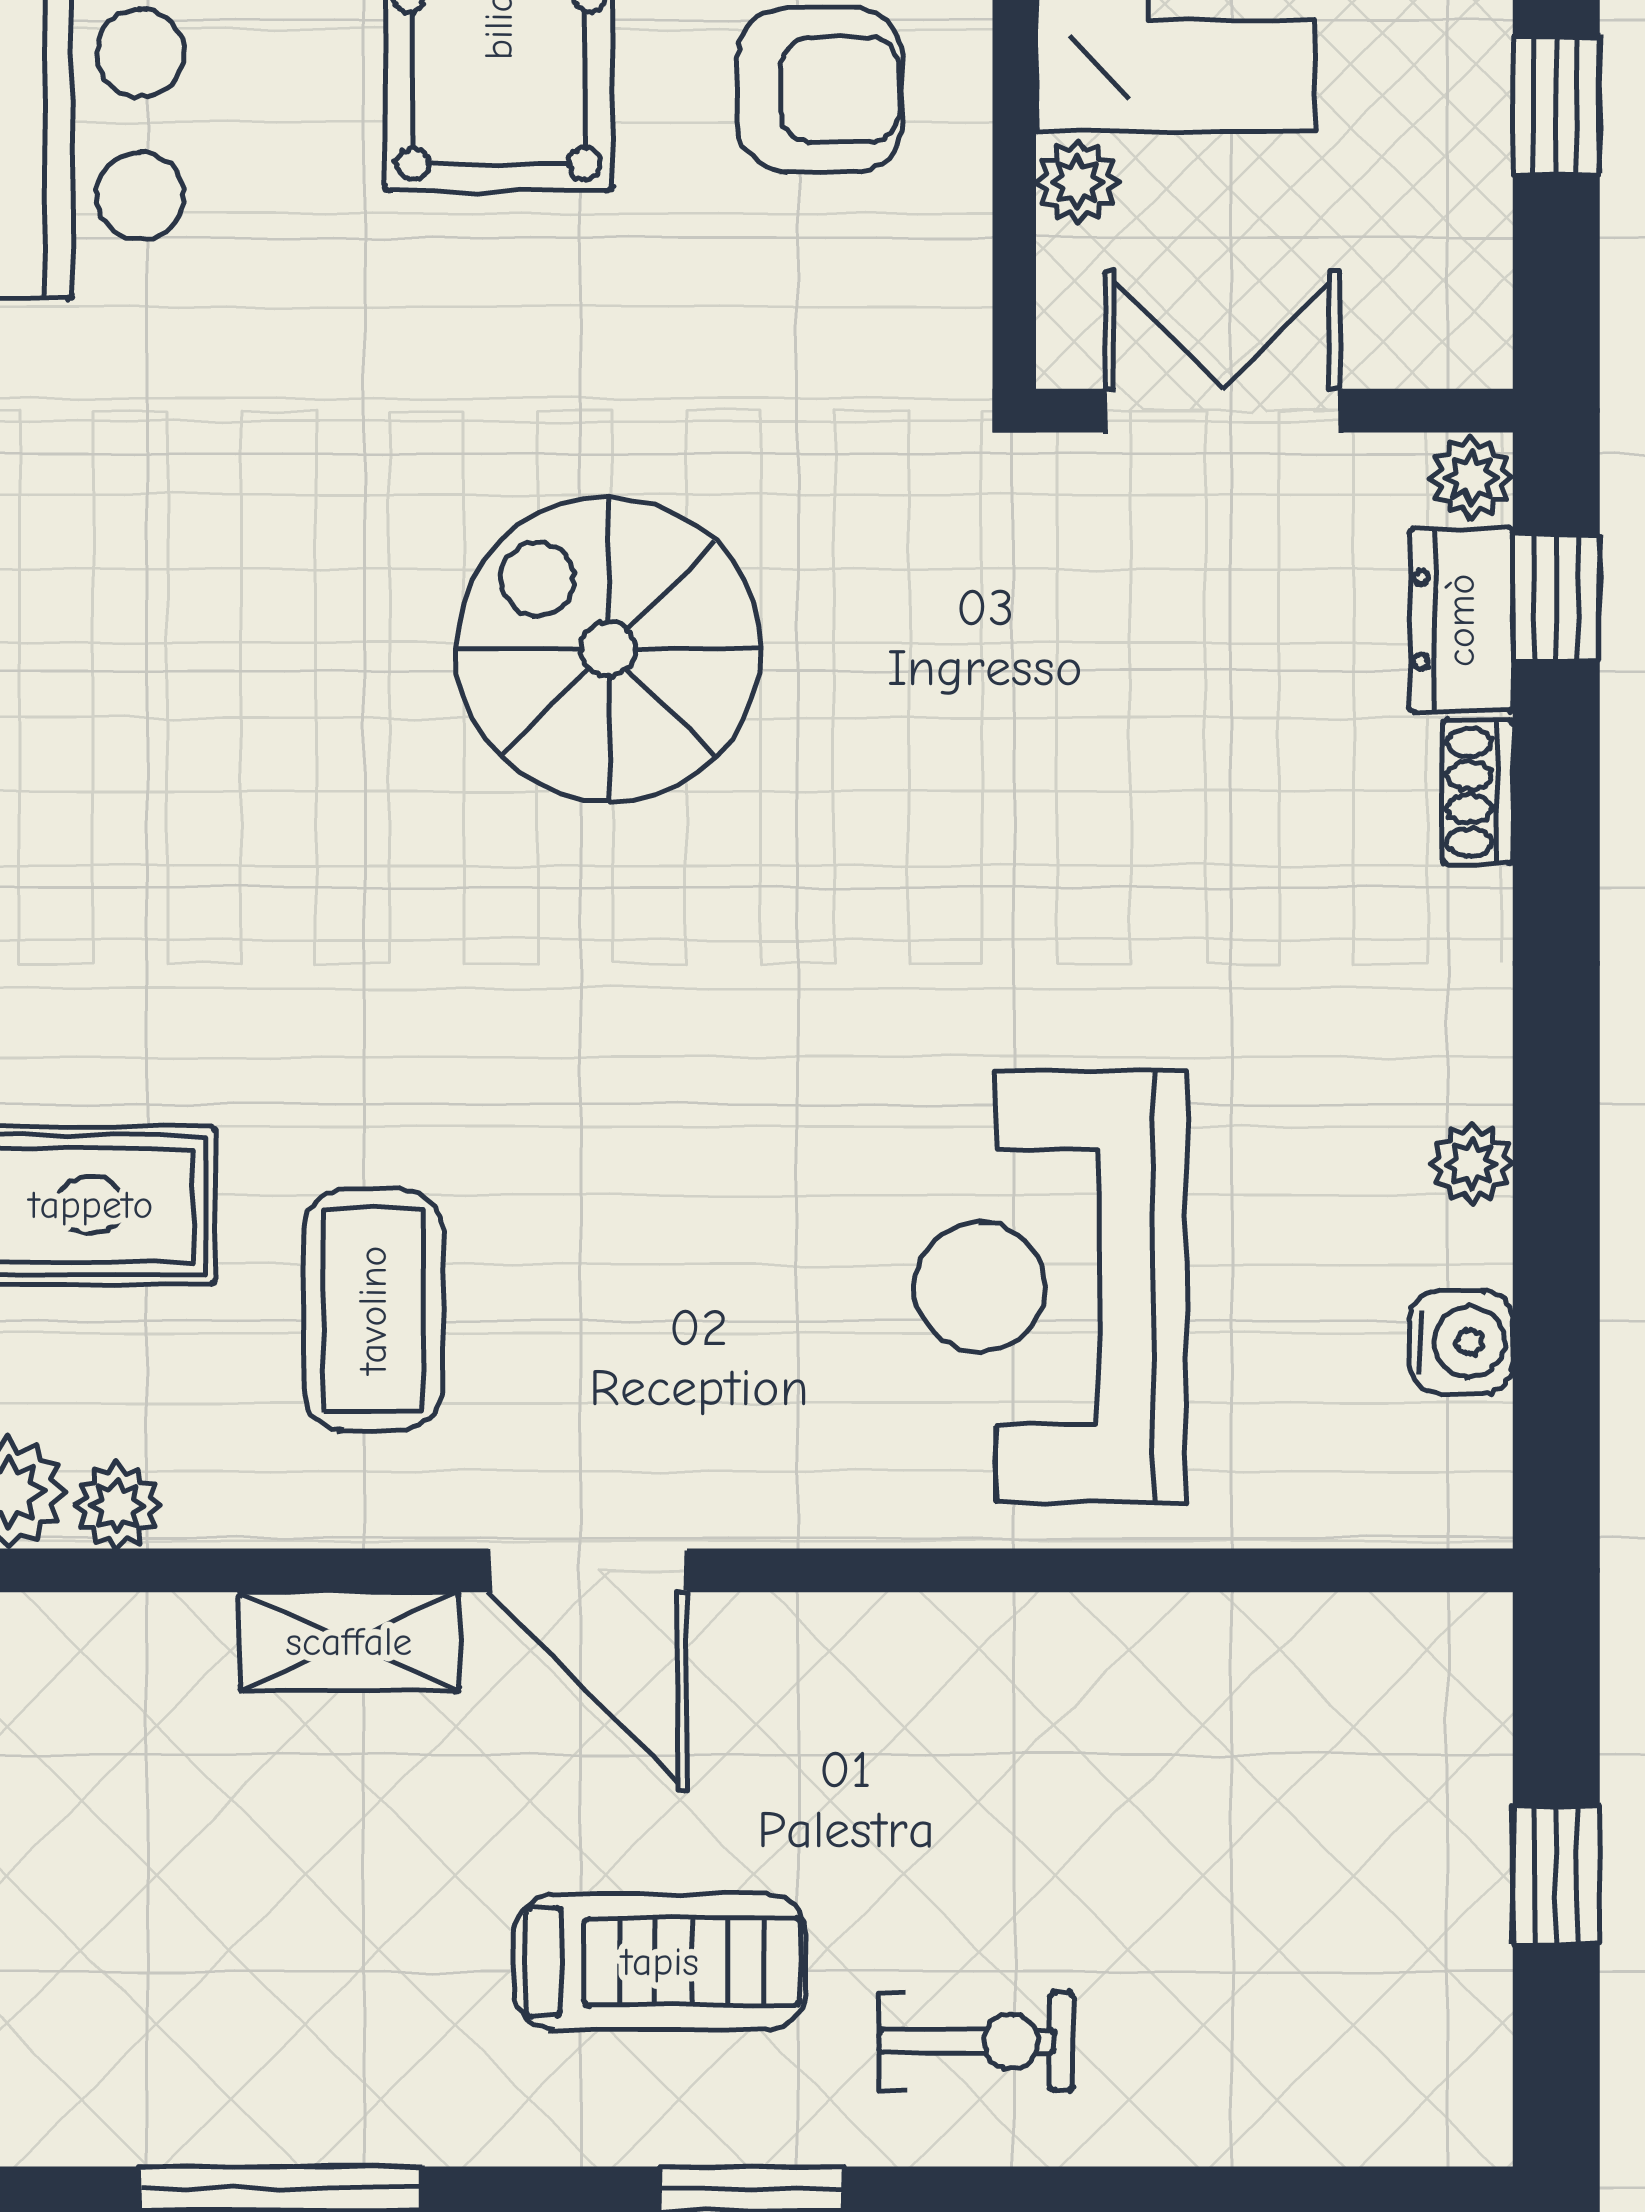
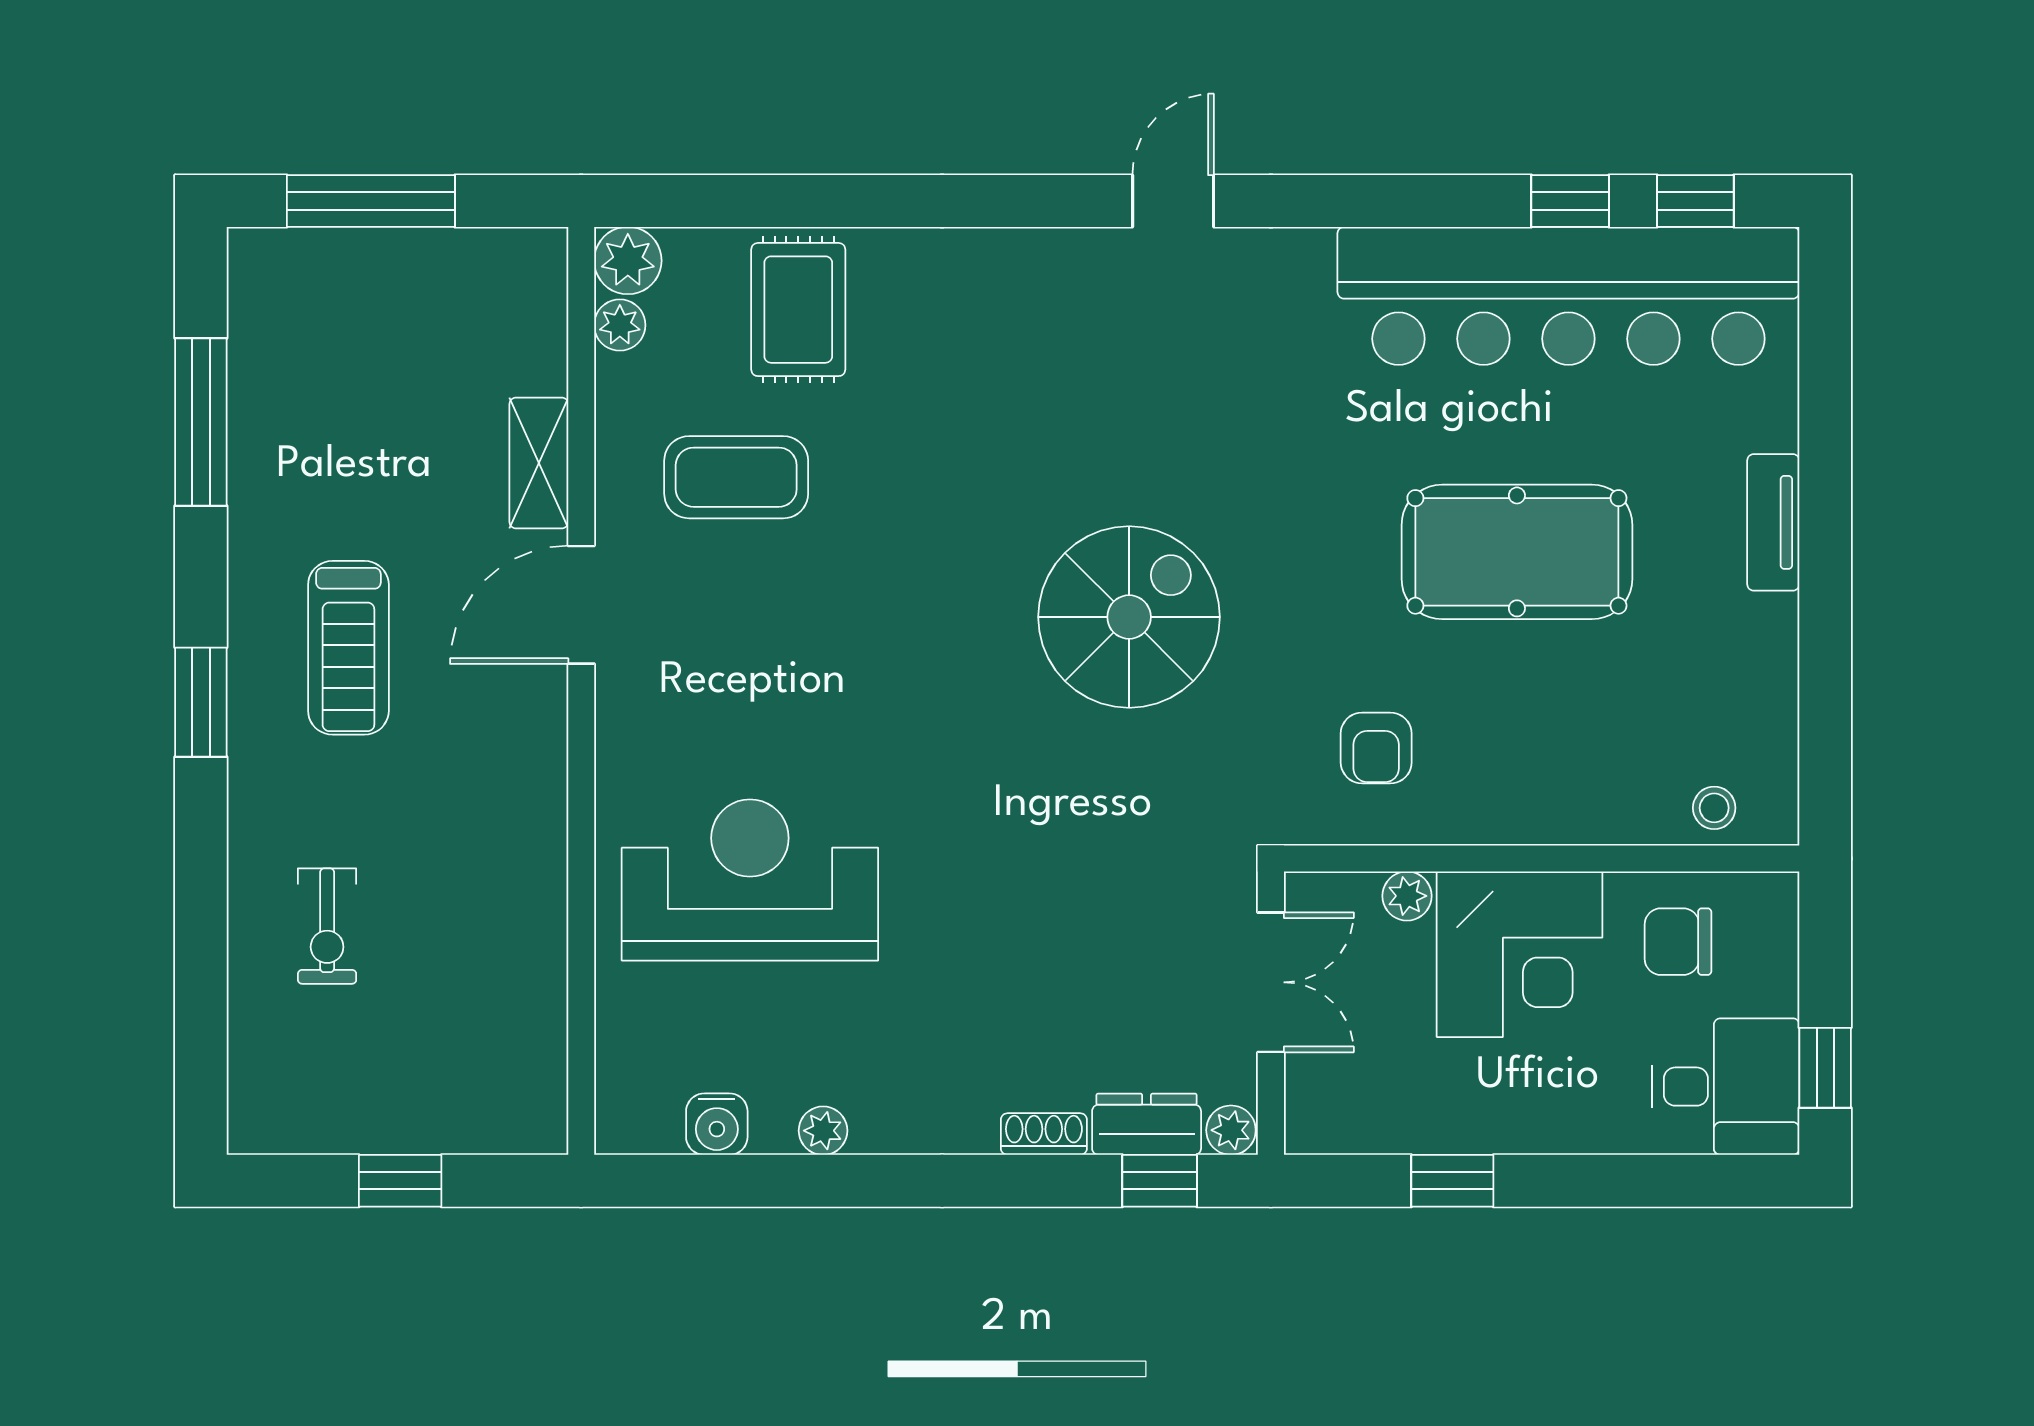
armchair: (820, 90) -> (1376, 748), moved, width x0.72, depth x0.72
exercise bike: (976, 2041) -> (327, 926), moved

